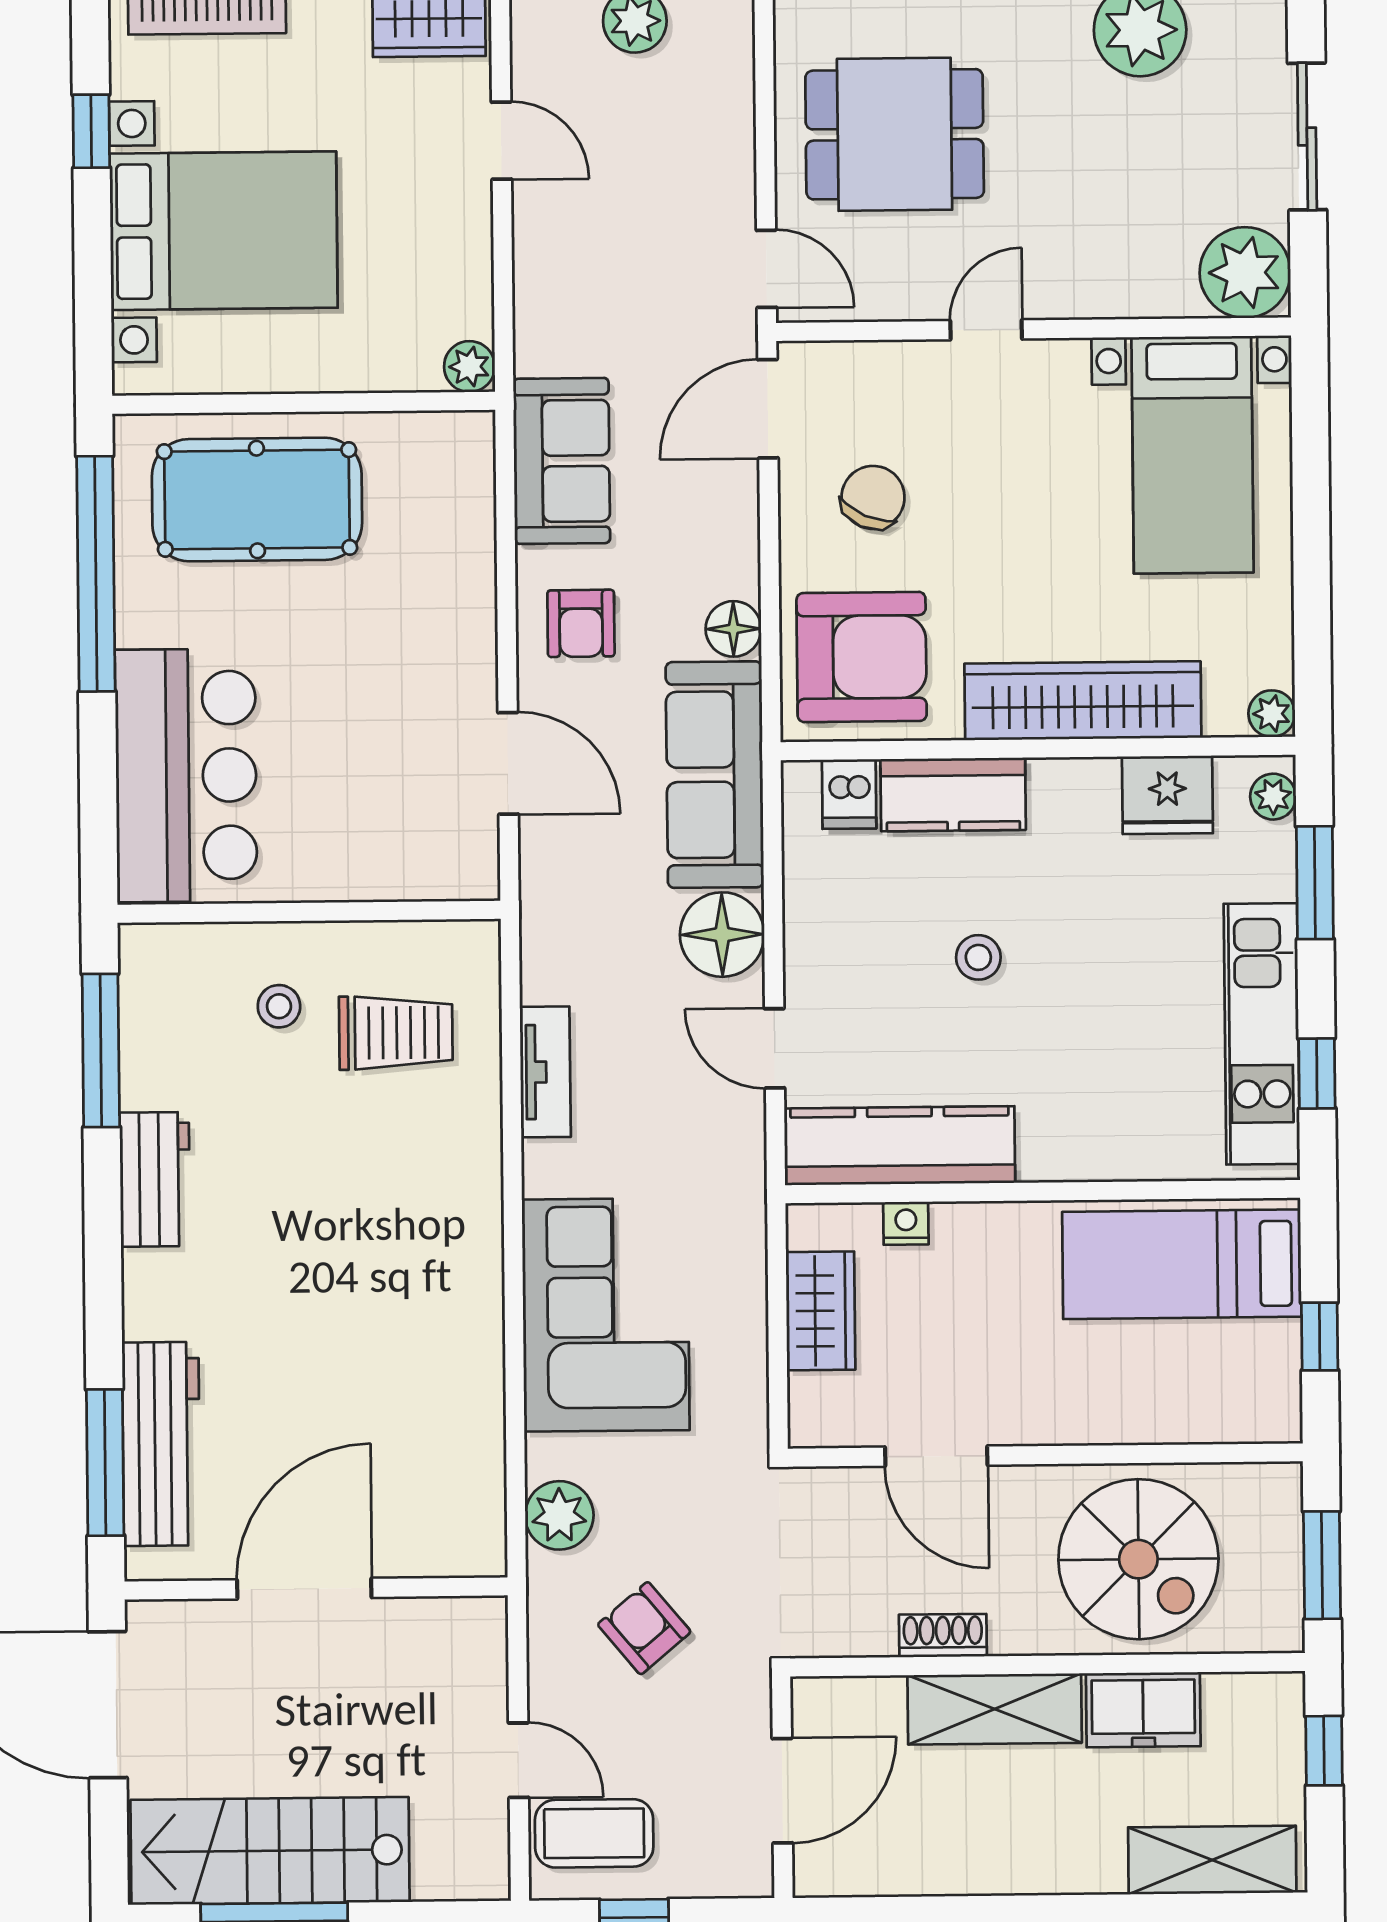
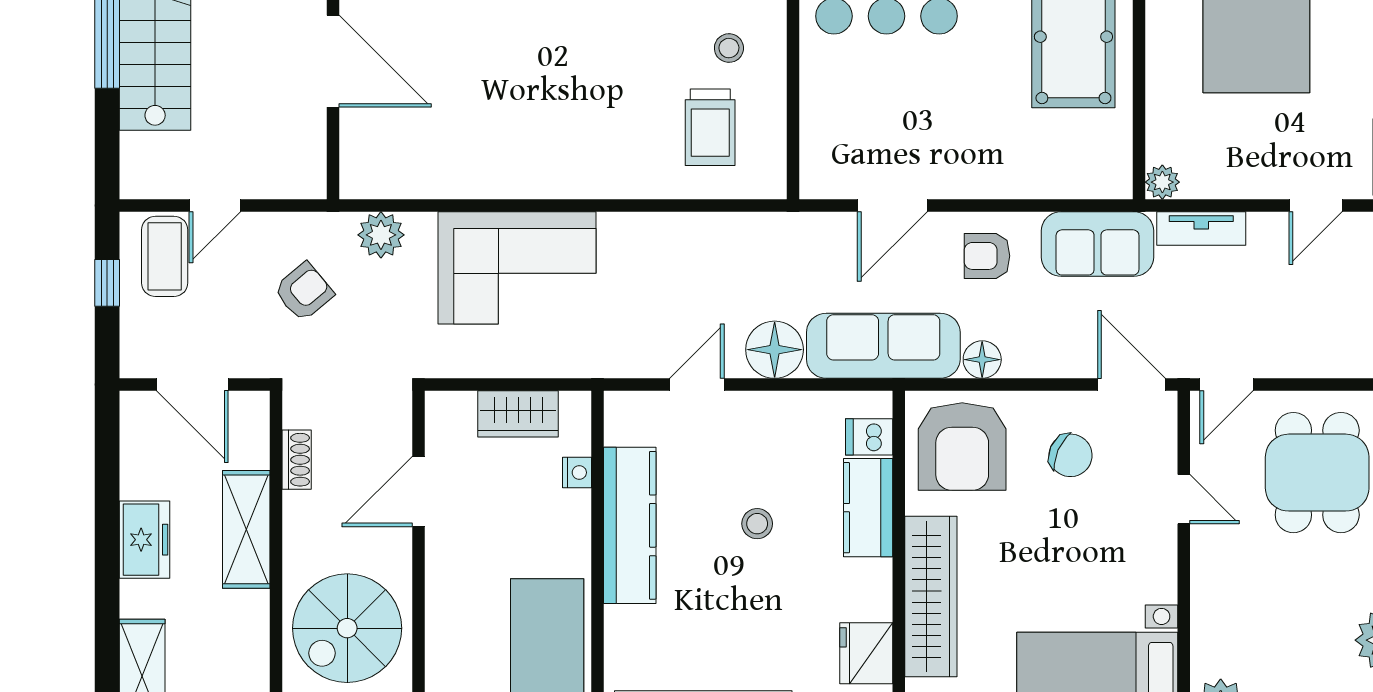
door: (986, 330) -> (1184, 499), moved
tv unit: (545, 1072) -> (1201, 228), moved
kitchen counter: (900, 1146) -> (630, 525), moved
shoe rack: (943, 1635) -> (297, 460), moved
freezer: (1143, 1710) -> (145, 540), moved, turned 180

